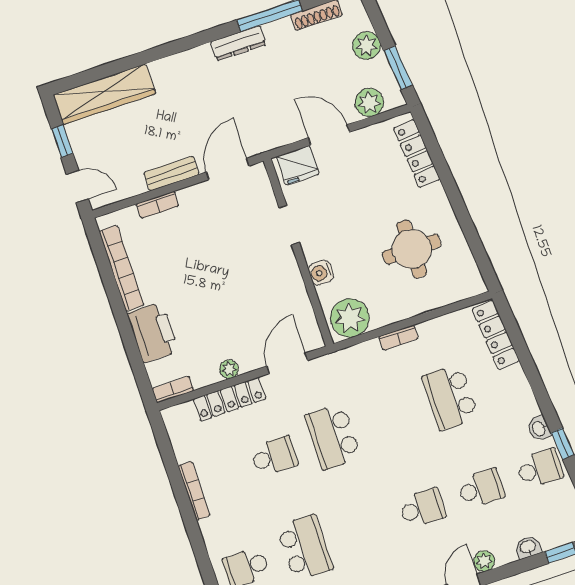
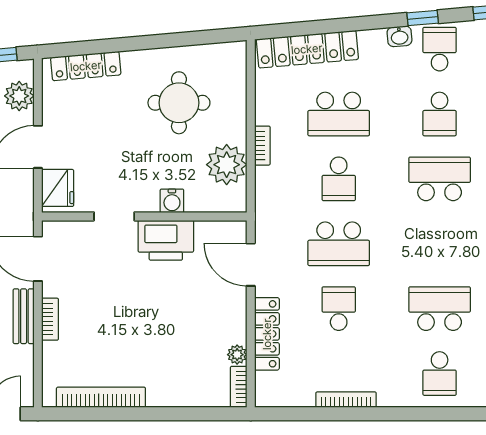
bookcase: (158, 205) -> (50, 319), moved
plant: (350, 318) -> (227, 165), moved
printer: (153, 332) -> (166, 240), moved, turned 180
locker: (496, 335) -> (307, 49), width x1.41, depth x1.21
plant: (229, 369) -> (237, 355), moved
school desk: (392, 417) -> (339, 179), added
school desk: (481, 488) -> (440, 114), turned 180
school desk: (422, 508) -> (440, 179), width x1.85

